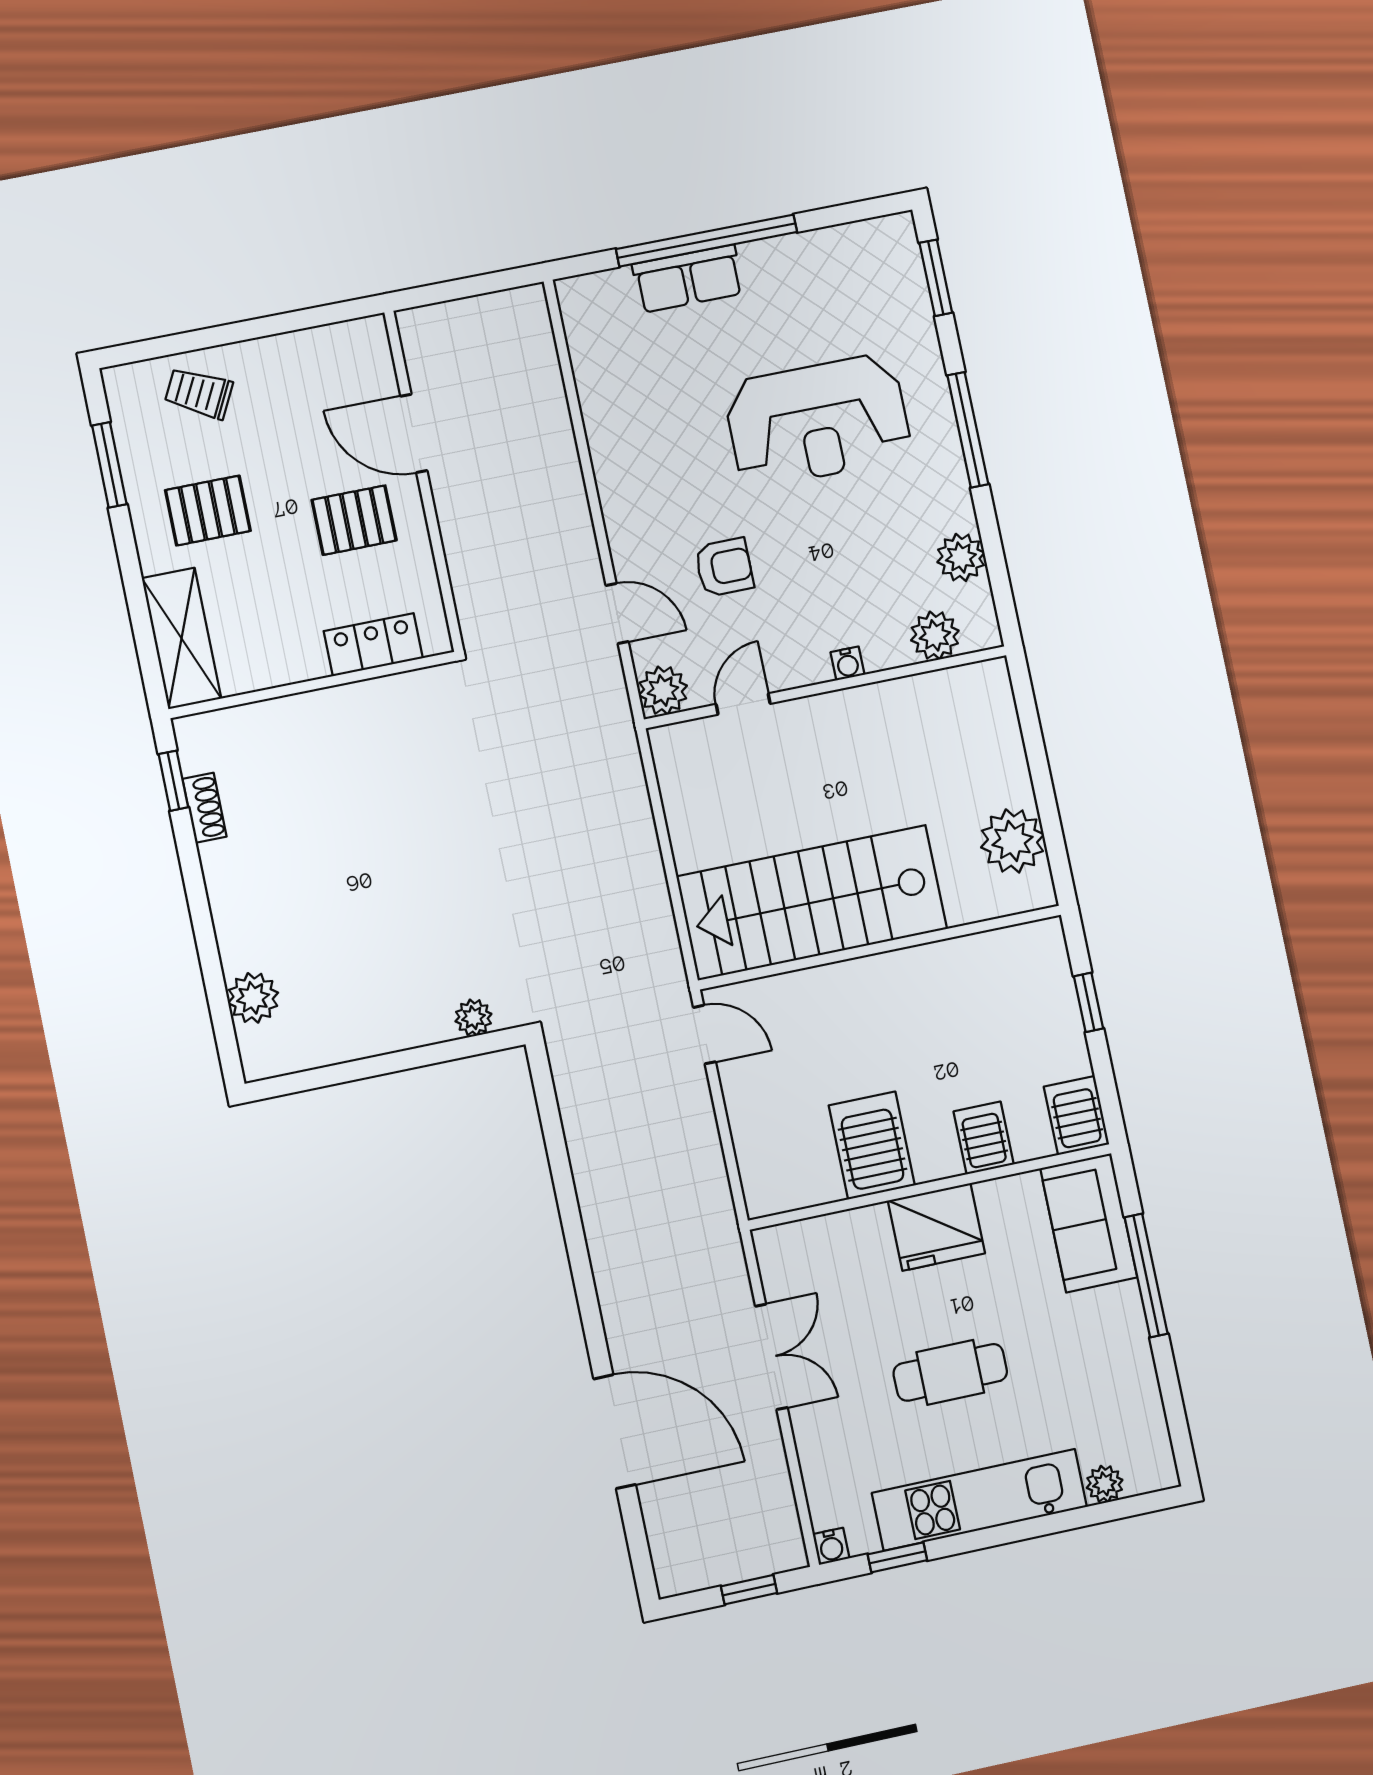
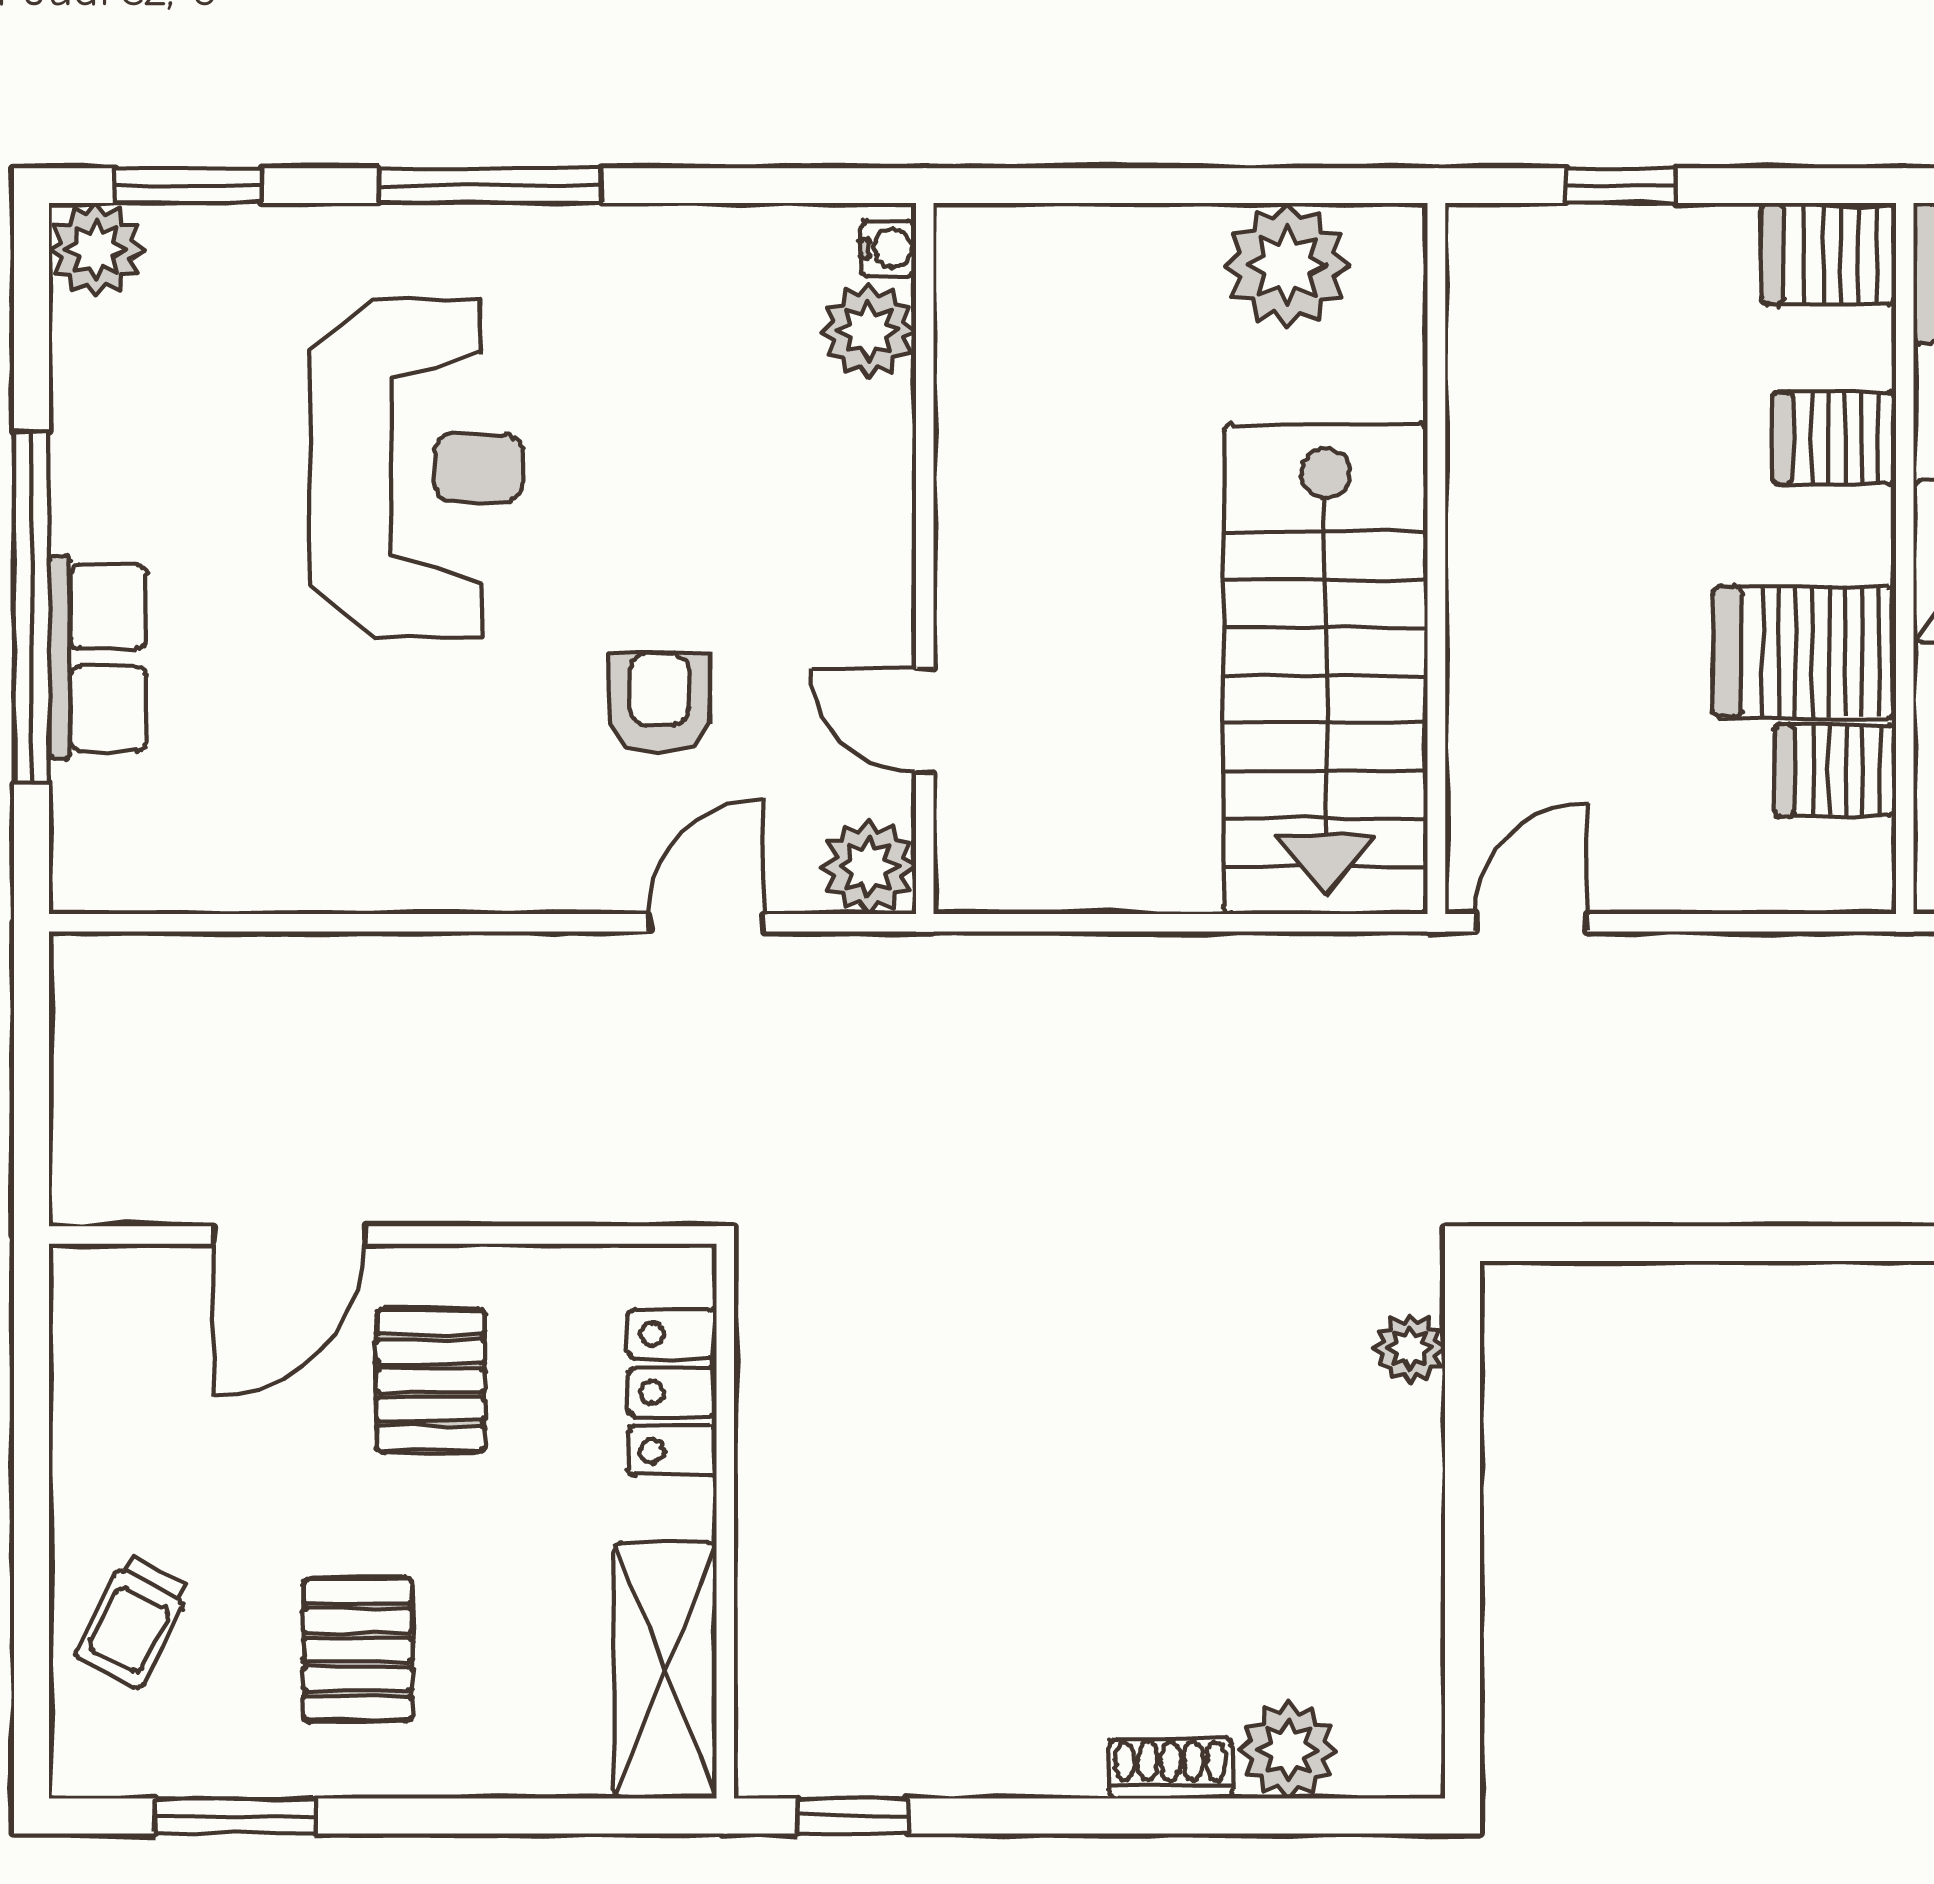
plant: (961, 557) -> (96, 250), moved
shelving: (181, 638) -> (665, 1671), moved, turned 90
water cooler: (847, 663) -> (888, 248), moved
shoe rack: (205, 808) -> (1171, 1768), moved
server rack: (815, 1174) -> (1835, 770), added

